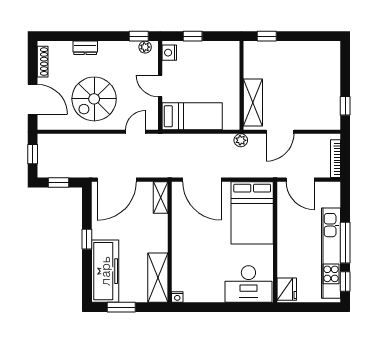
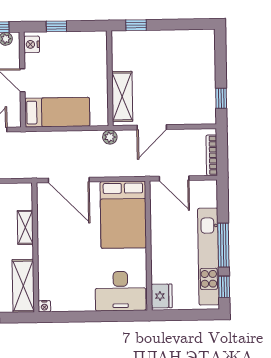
shelving: (161, 198) -> (25, 227), moved

